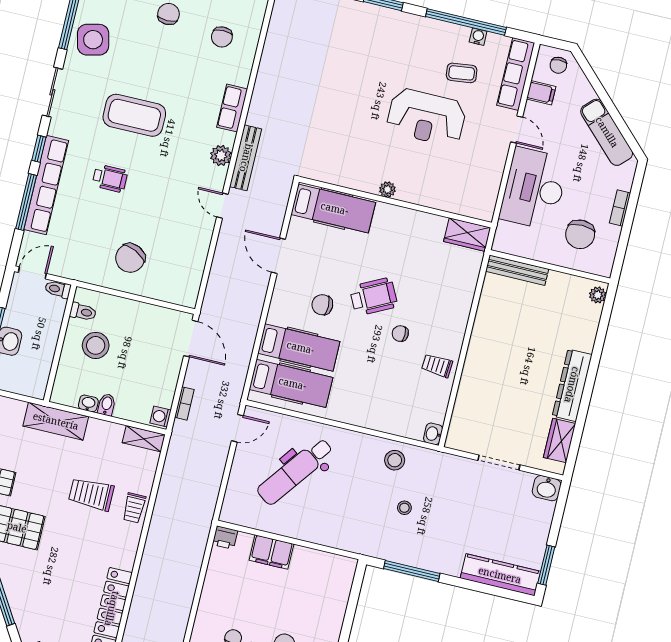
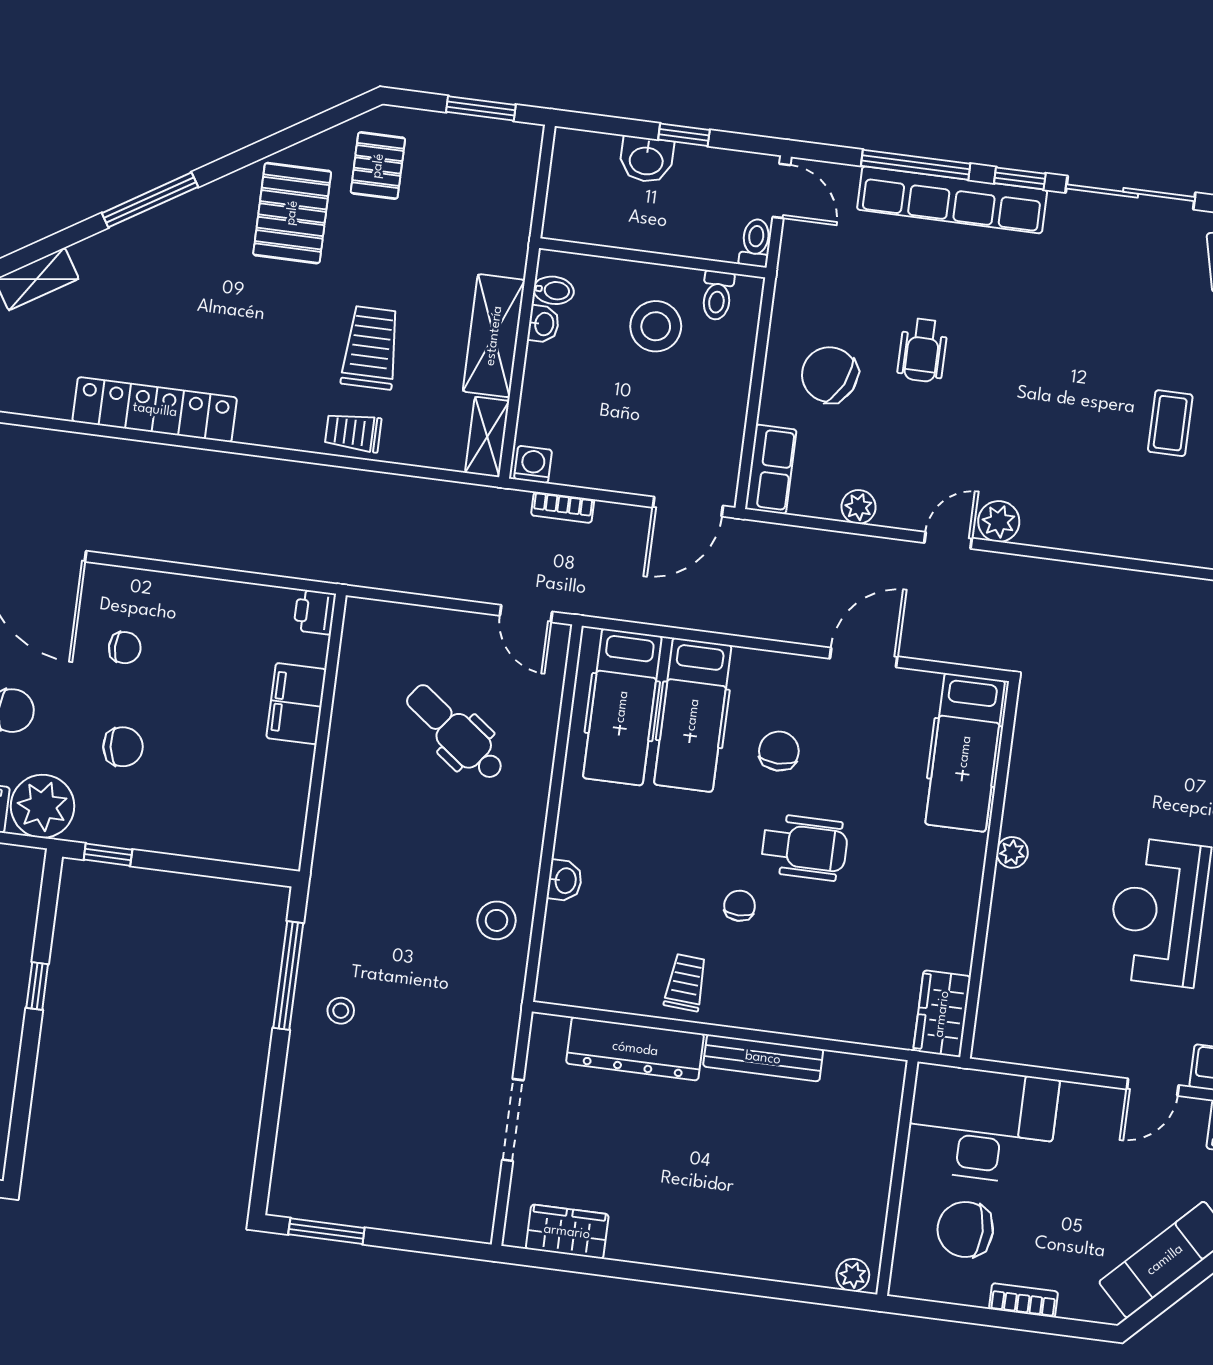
sliding door: (52, 92) -> (1131, 193), width x1.37
row of seats: (232, 108) -> (771, 469), moved, turned 90
coffee table: (134, 115) -> (1170, 423), moved, width x0.54, depth x0.58
plant: (221, 155) -> (999, 521), moved
bench: (246, 158) -> (1044, 575), removed
wheelchair: (110, 178) -> (923, 350), moved
desk: (534, 189) -> (982, 1124), moved
plant: (200, 250) -> (859, 507), added
bench: (517, 270) -> (763, 1058), moved, turned 90
wheelchair: (374, 297) -> (805, 847), turned -63
dresser: (572, 385) -> (635, 1049), moved, turned 180
bidet: (107, 405) -> (554, 290), moved
shelving: (56, 421) -> (494, 336), moved
washbasin: (433, 434) -> (565, 881), moved, turned 90
dental chair: (295, 471) -> (455, 733), width x0.73, depth x0.72
washbasin: (547, 488) -> (474, 1216), removed
stool: (404, 508) -> (341, 1011), moved
kitchen counter: (500, 575) -> (299, 1145), removed

